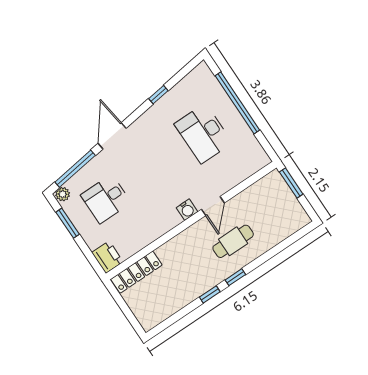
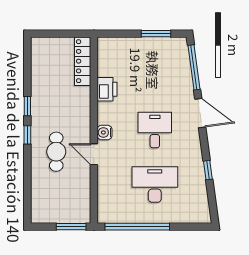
window: (237, 103) -> (137, 227), moved
plant: (63, 194) -> (181, 45), removed
desk: (106, 199) -> (155, 130), moved
printer: (107, 257) -> (107, 89), moved, turned -90

